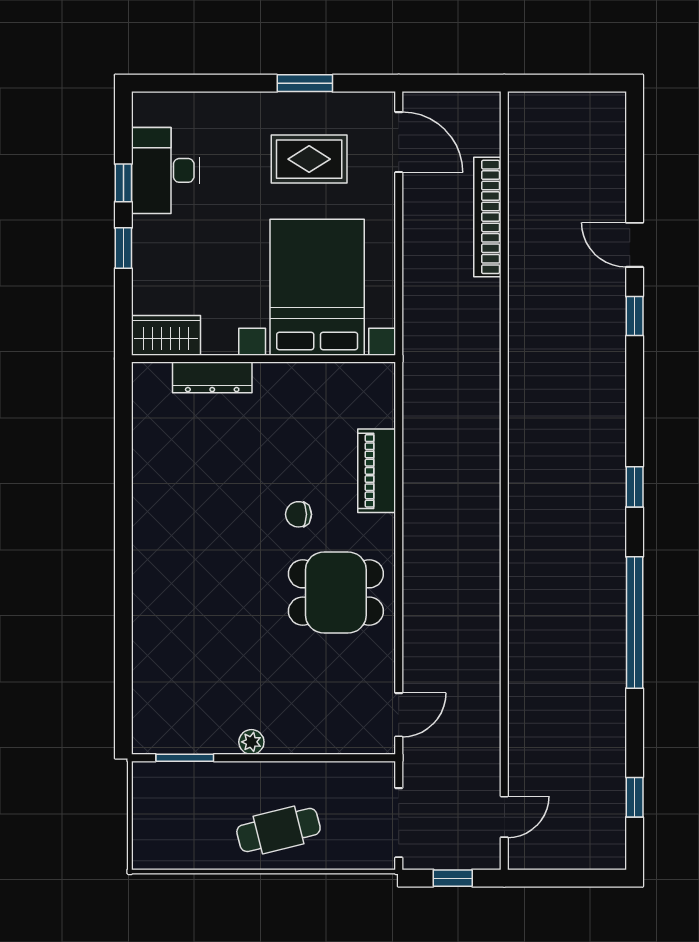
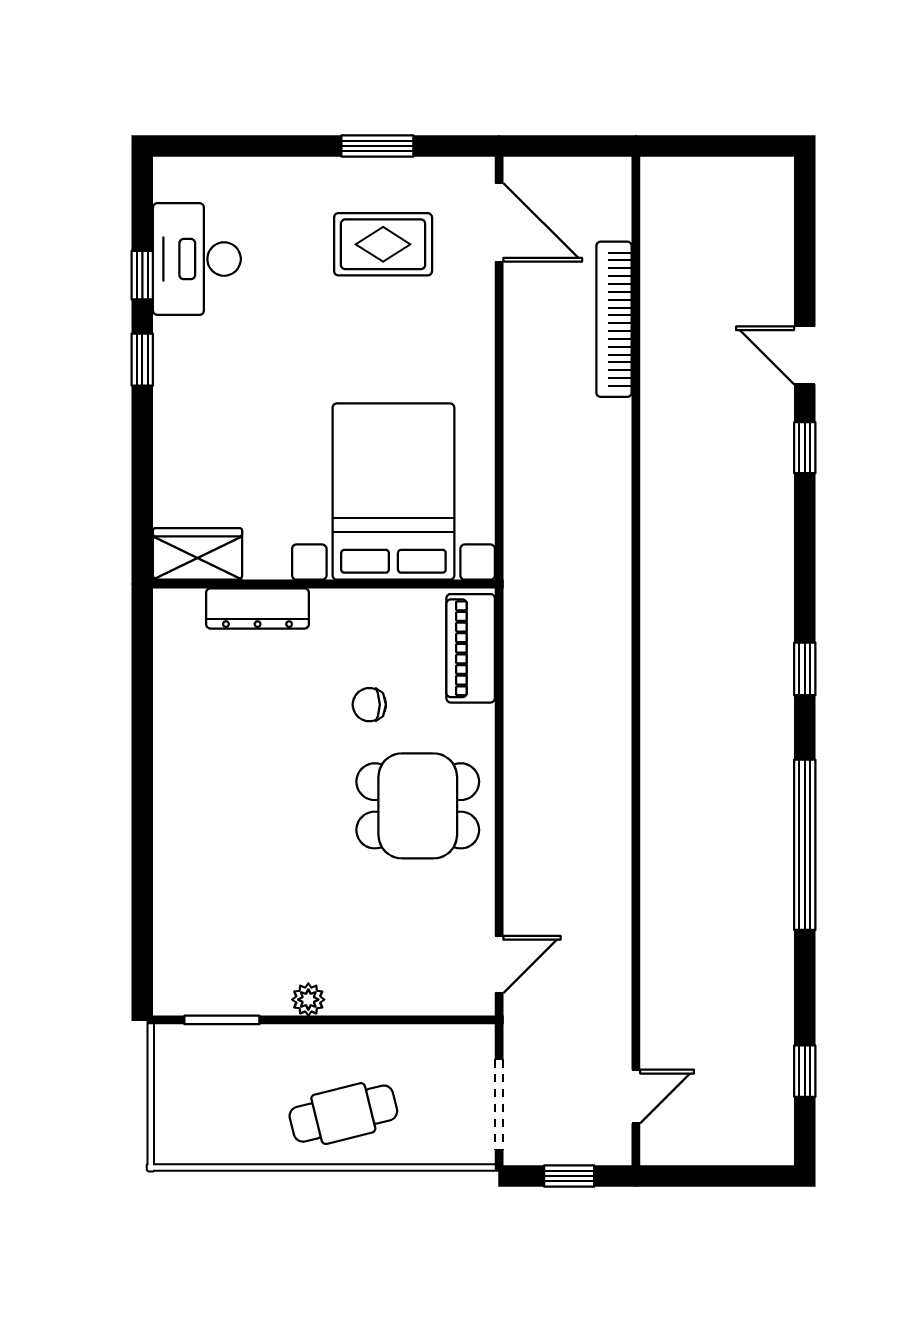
bed with nightstands: (317, 287) -> (393, 492), moved
wardrobe: (166, 335) -> (198, 554), moved
wall: (263, 359) -> (324, 584), moved
dresser: (212, 377) -> (258, 608), moved

